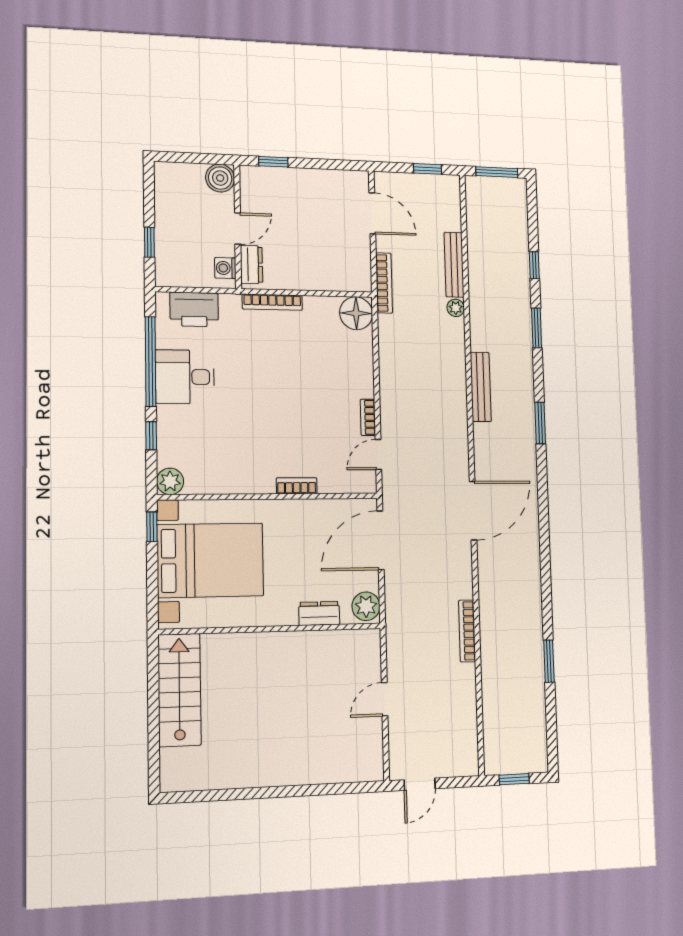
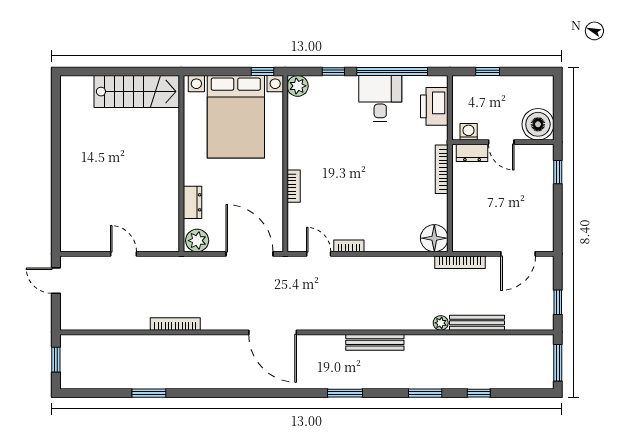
boiler: (220, 178) -> (538, 124), width x1.37, depth x1.37

